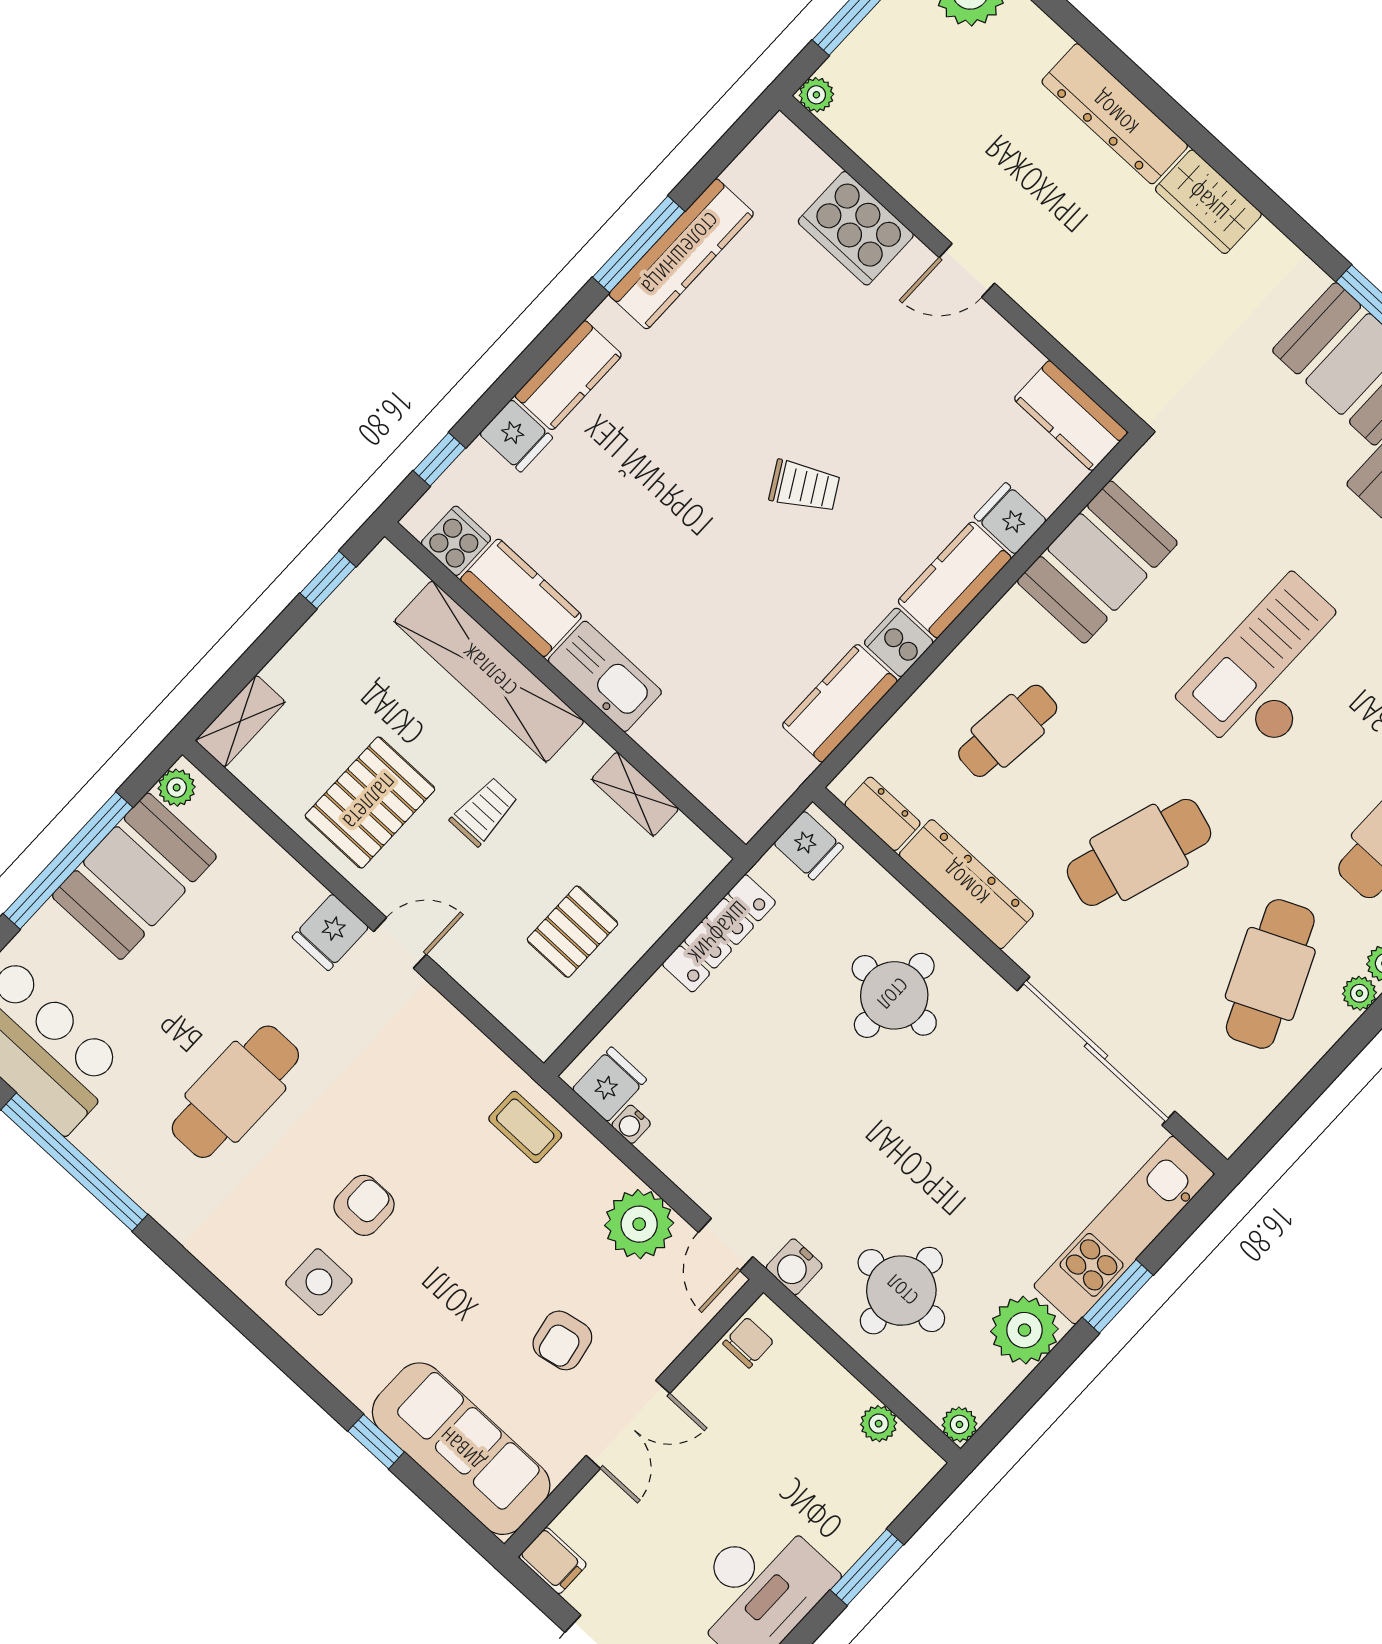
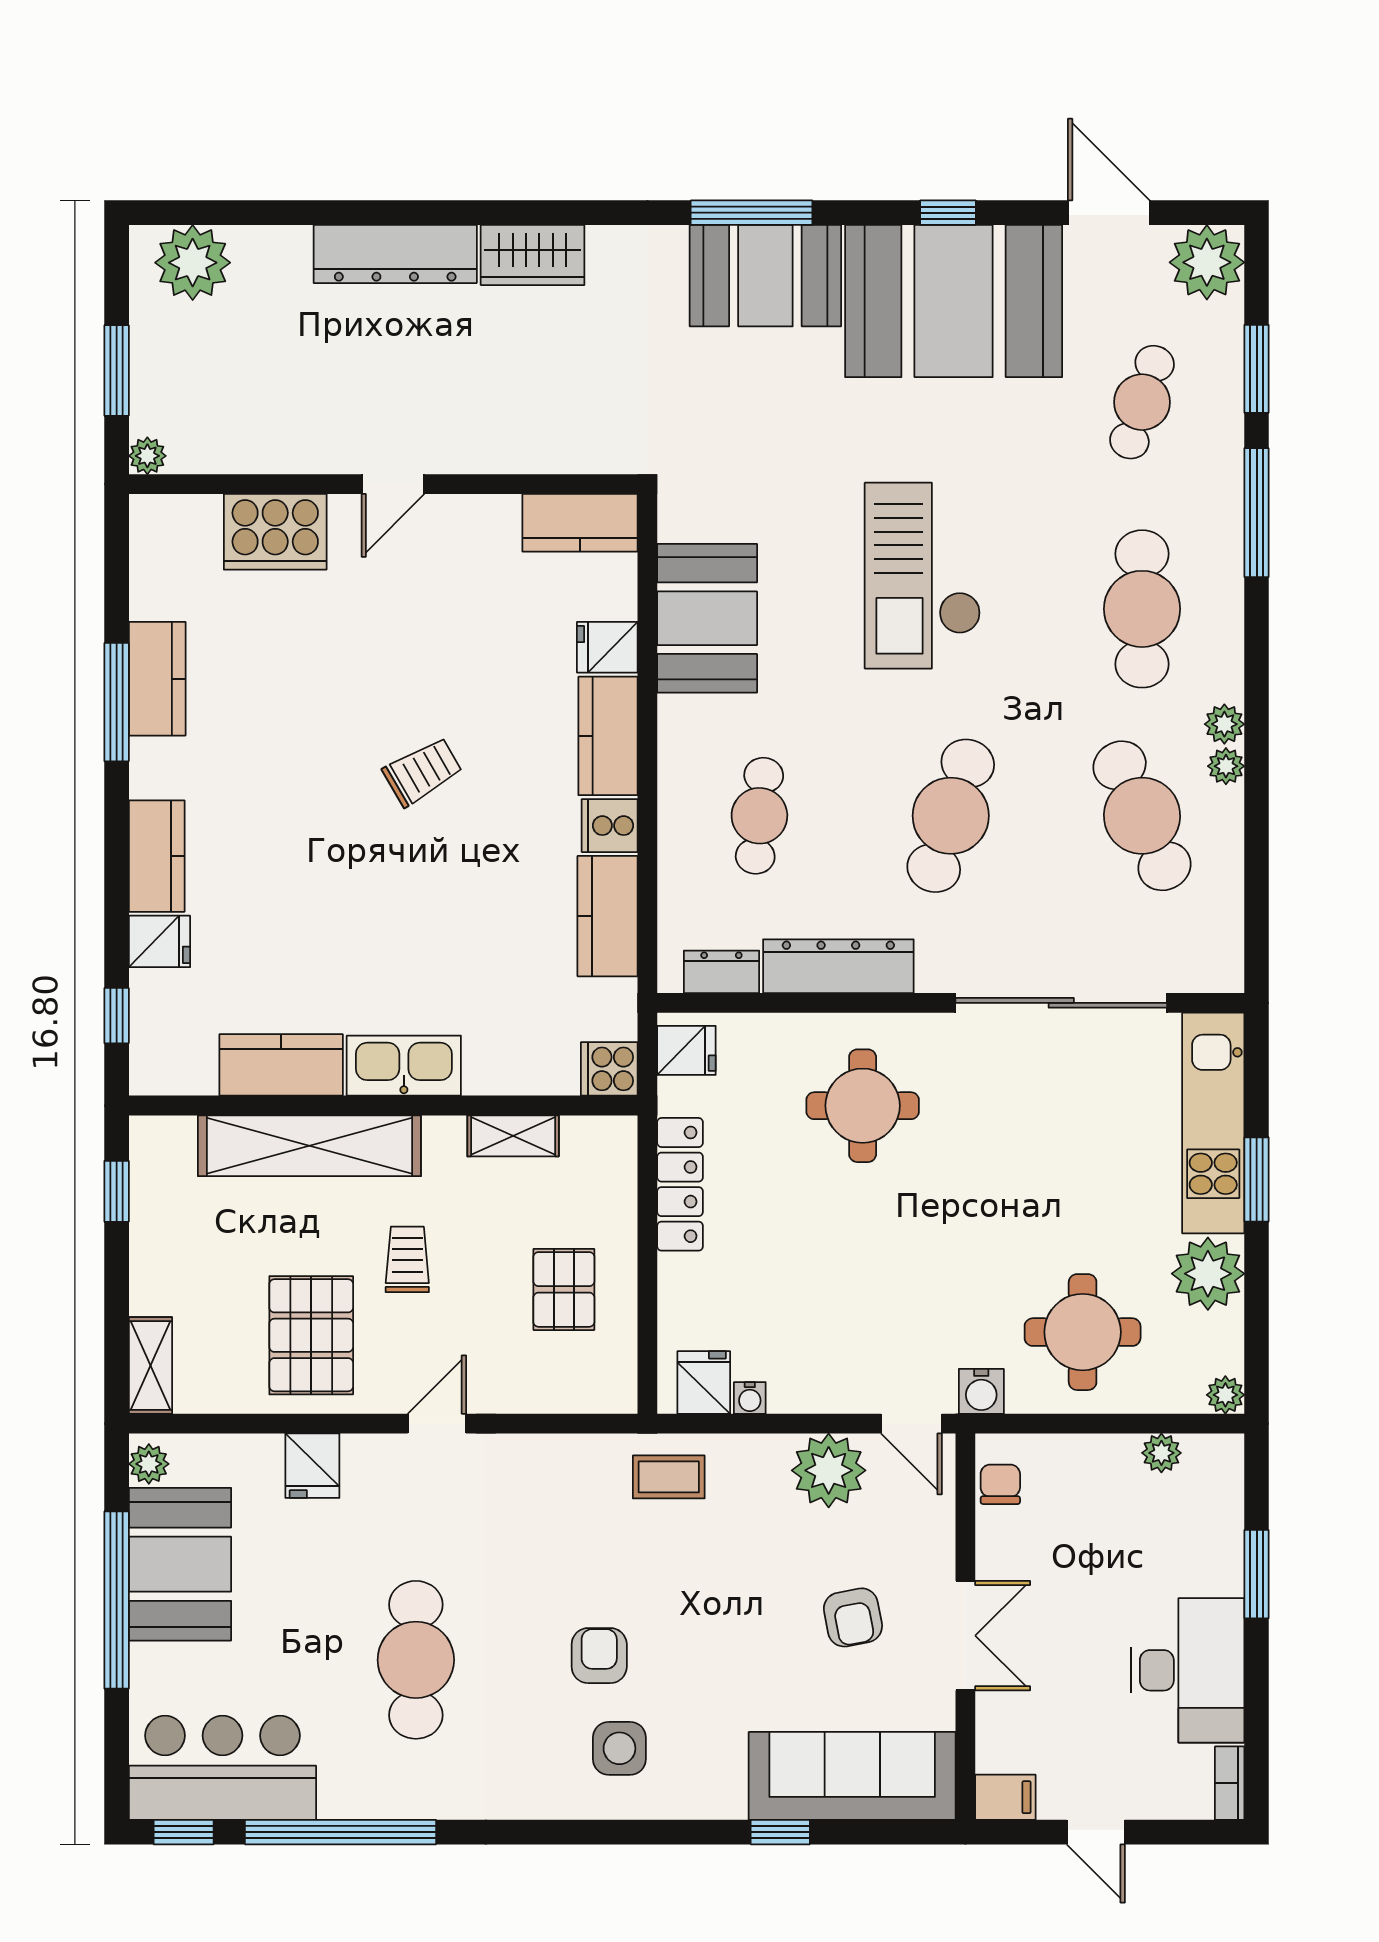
kitchen counter: (681, 254) -> (157, 679), width x0.67
cooker: (456, 541) -> (609, 1069), moved, turned -90
fridge: (330, 932) -> (312, 1466), moved

